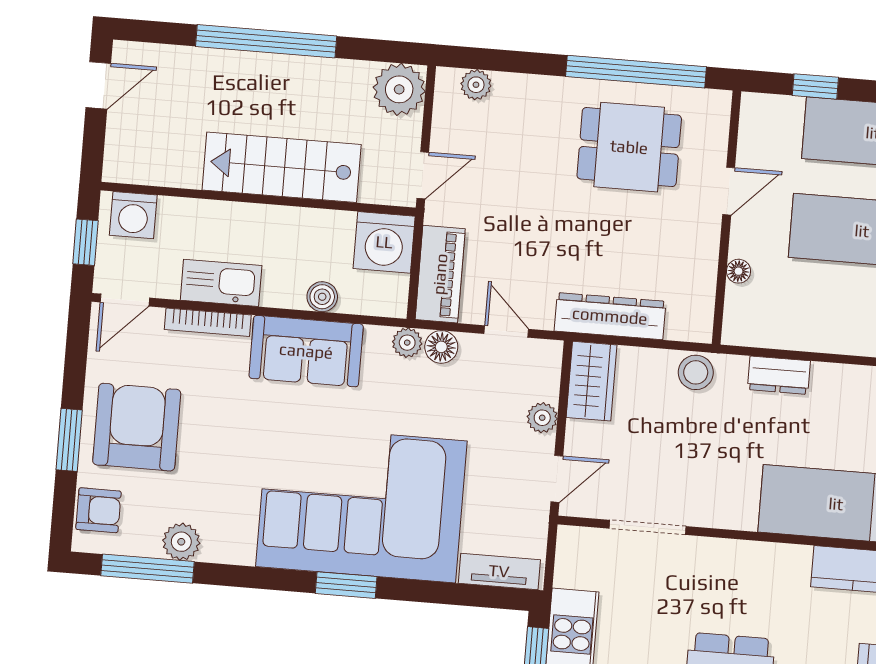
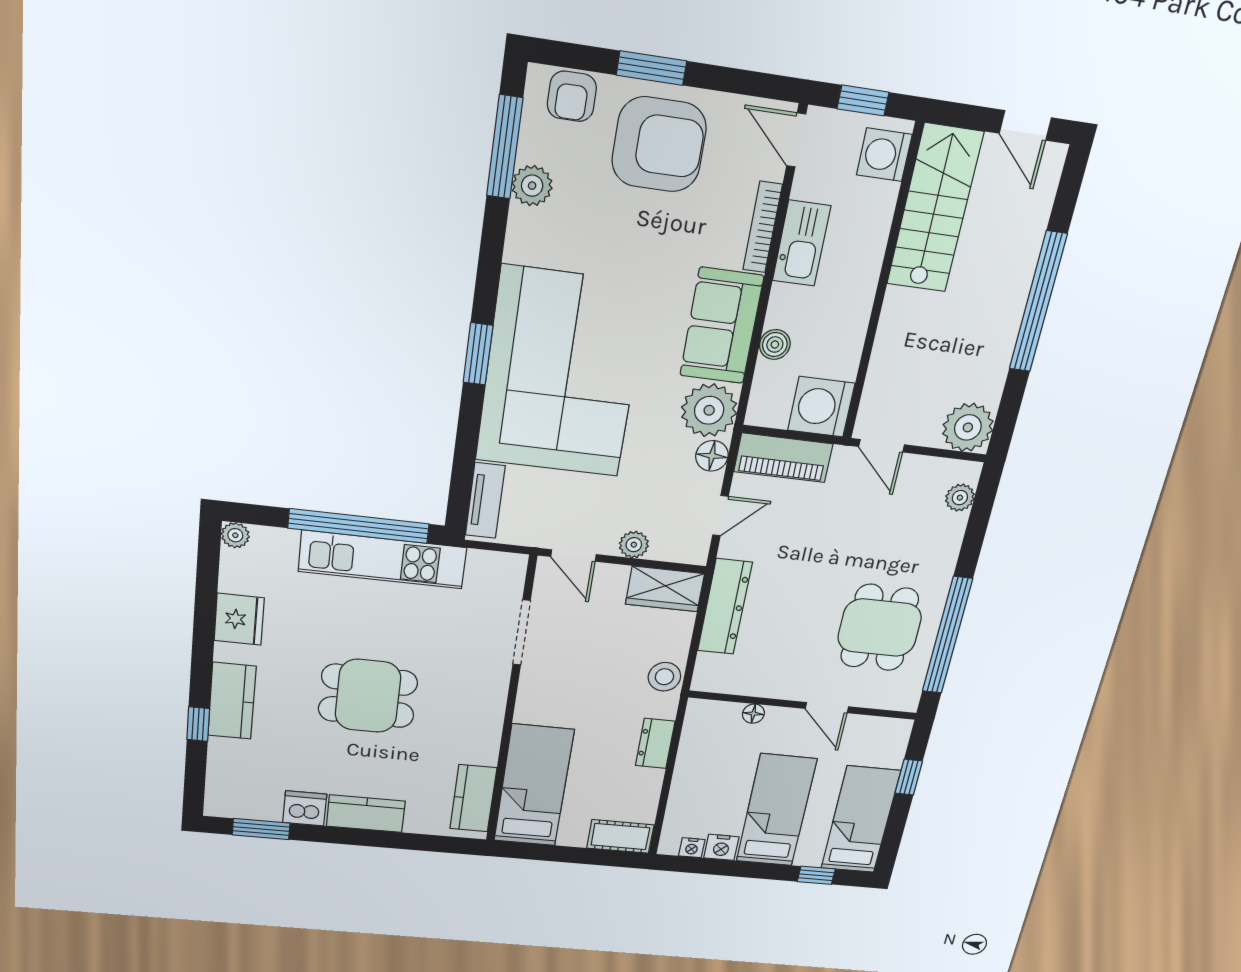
stairs: (282, 167) -> (935, 209), moved
plant: (407, 343) -> (709, 410), width x1.87, depth x1.87

